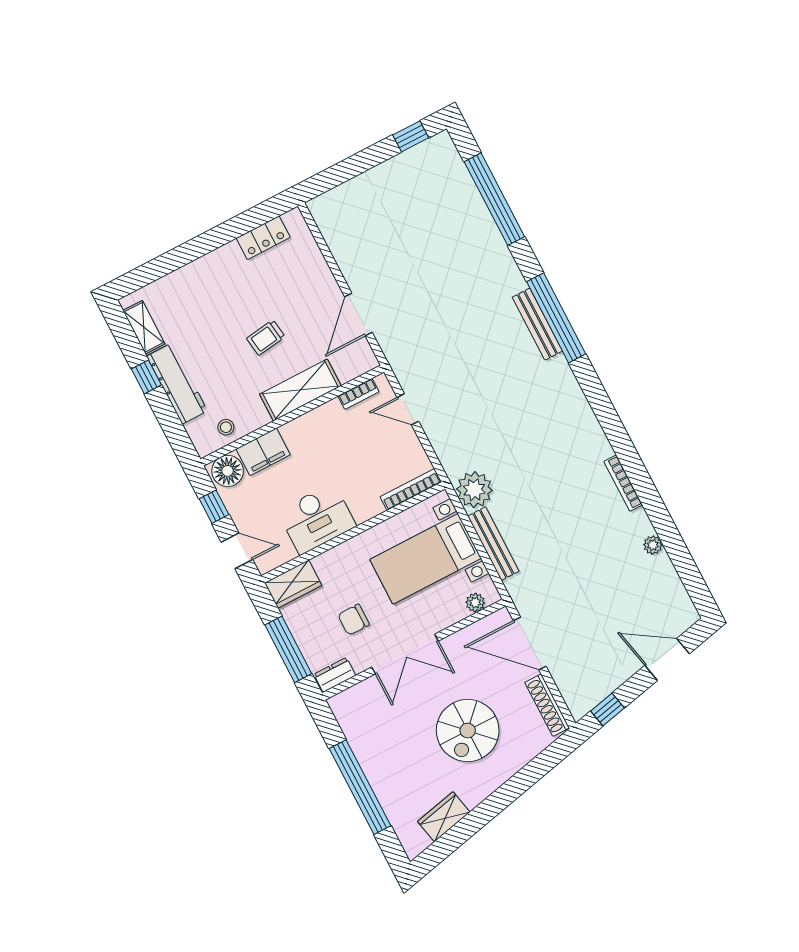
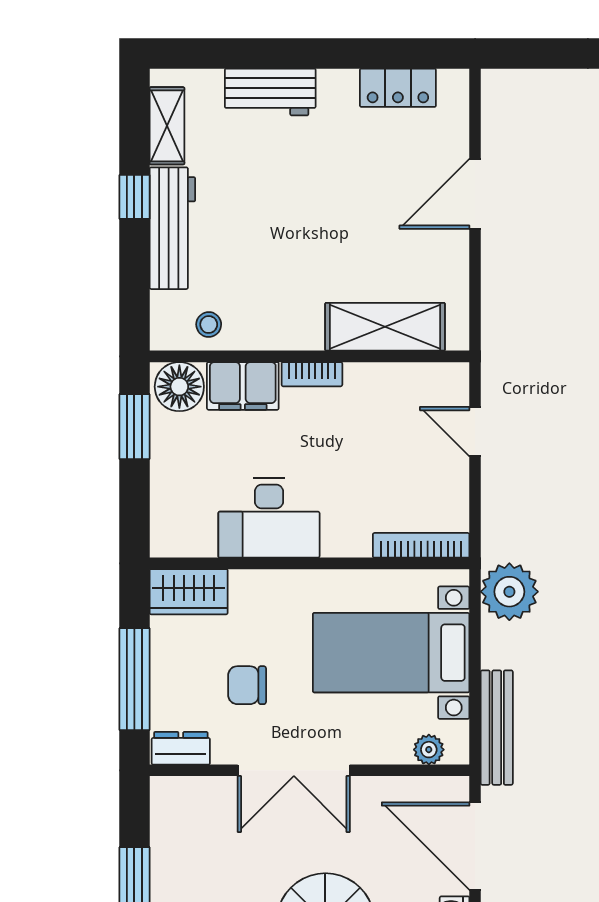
workbench: (192, 278) -> (270, 92), added
door: (358, 314) -> (475, 194), moved
trolley: (266, 338) -> (329, 229), removed
shelving: (300, 390) -> (385, 327), moved
bookcase: (358, 394) -> (312, 374), moved
window: (214, 507) -> (134, 427), width x1.50
bench: (493, 544) -> (497, 728), moved
door: (237, 551) -> (134, 505), removed

